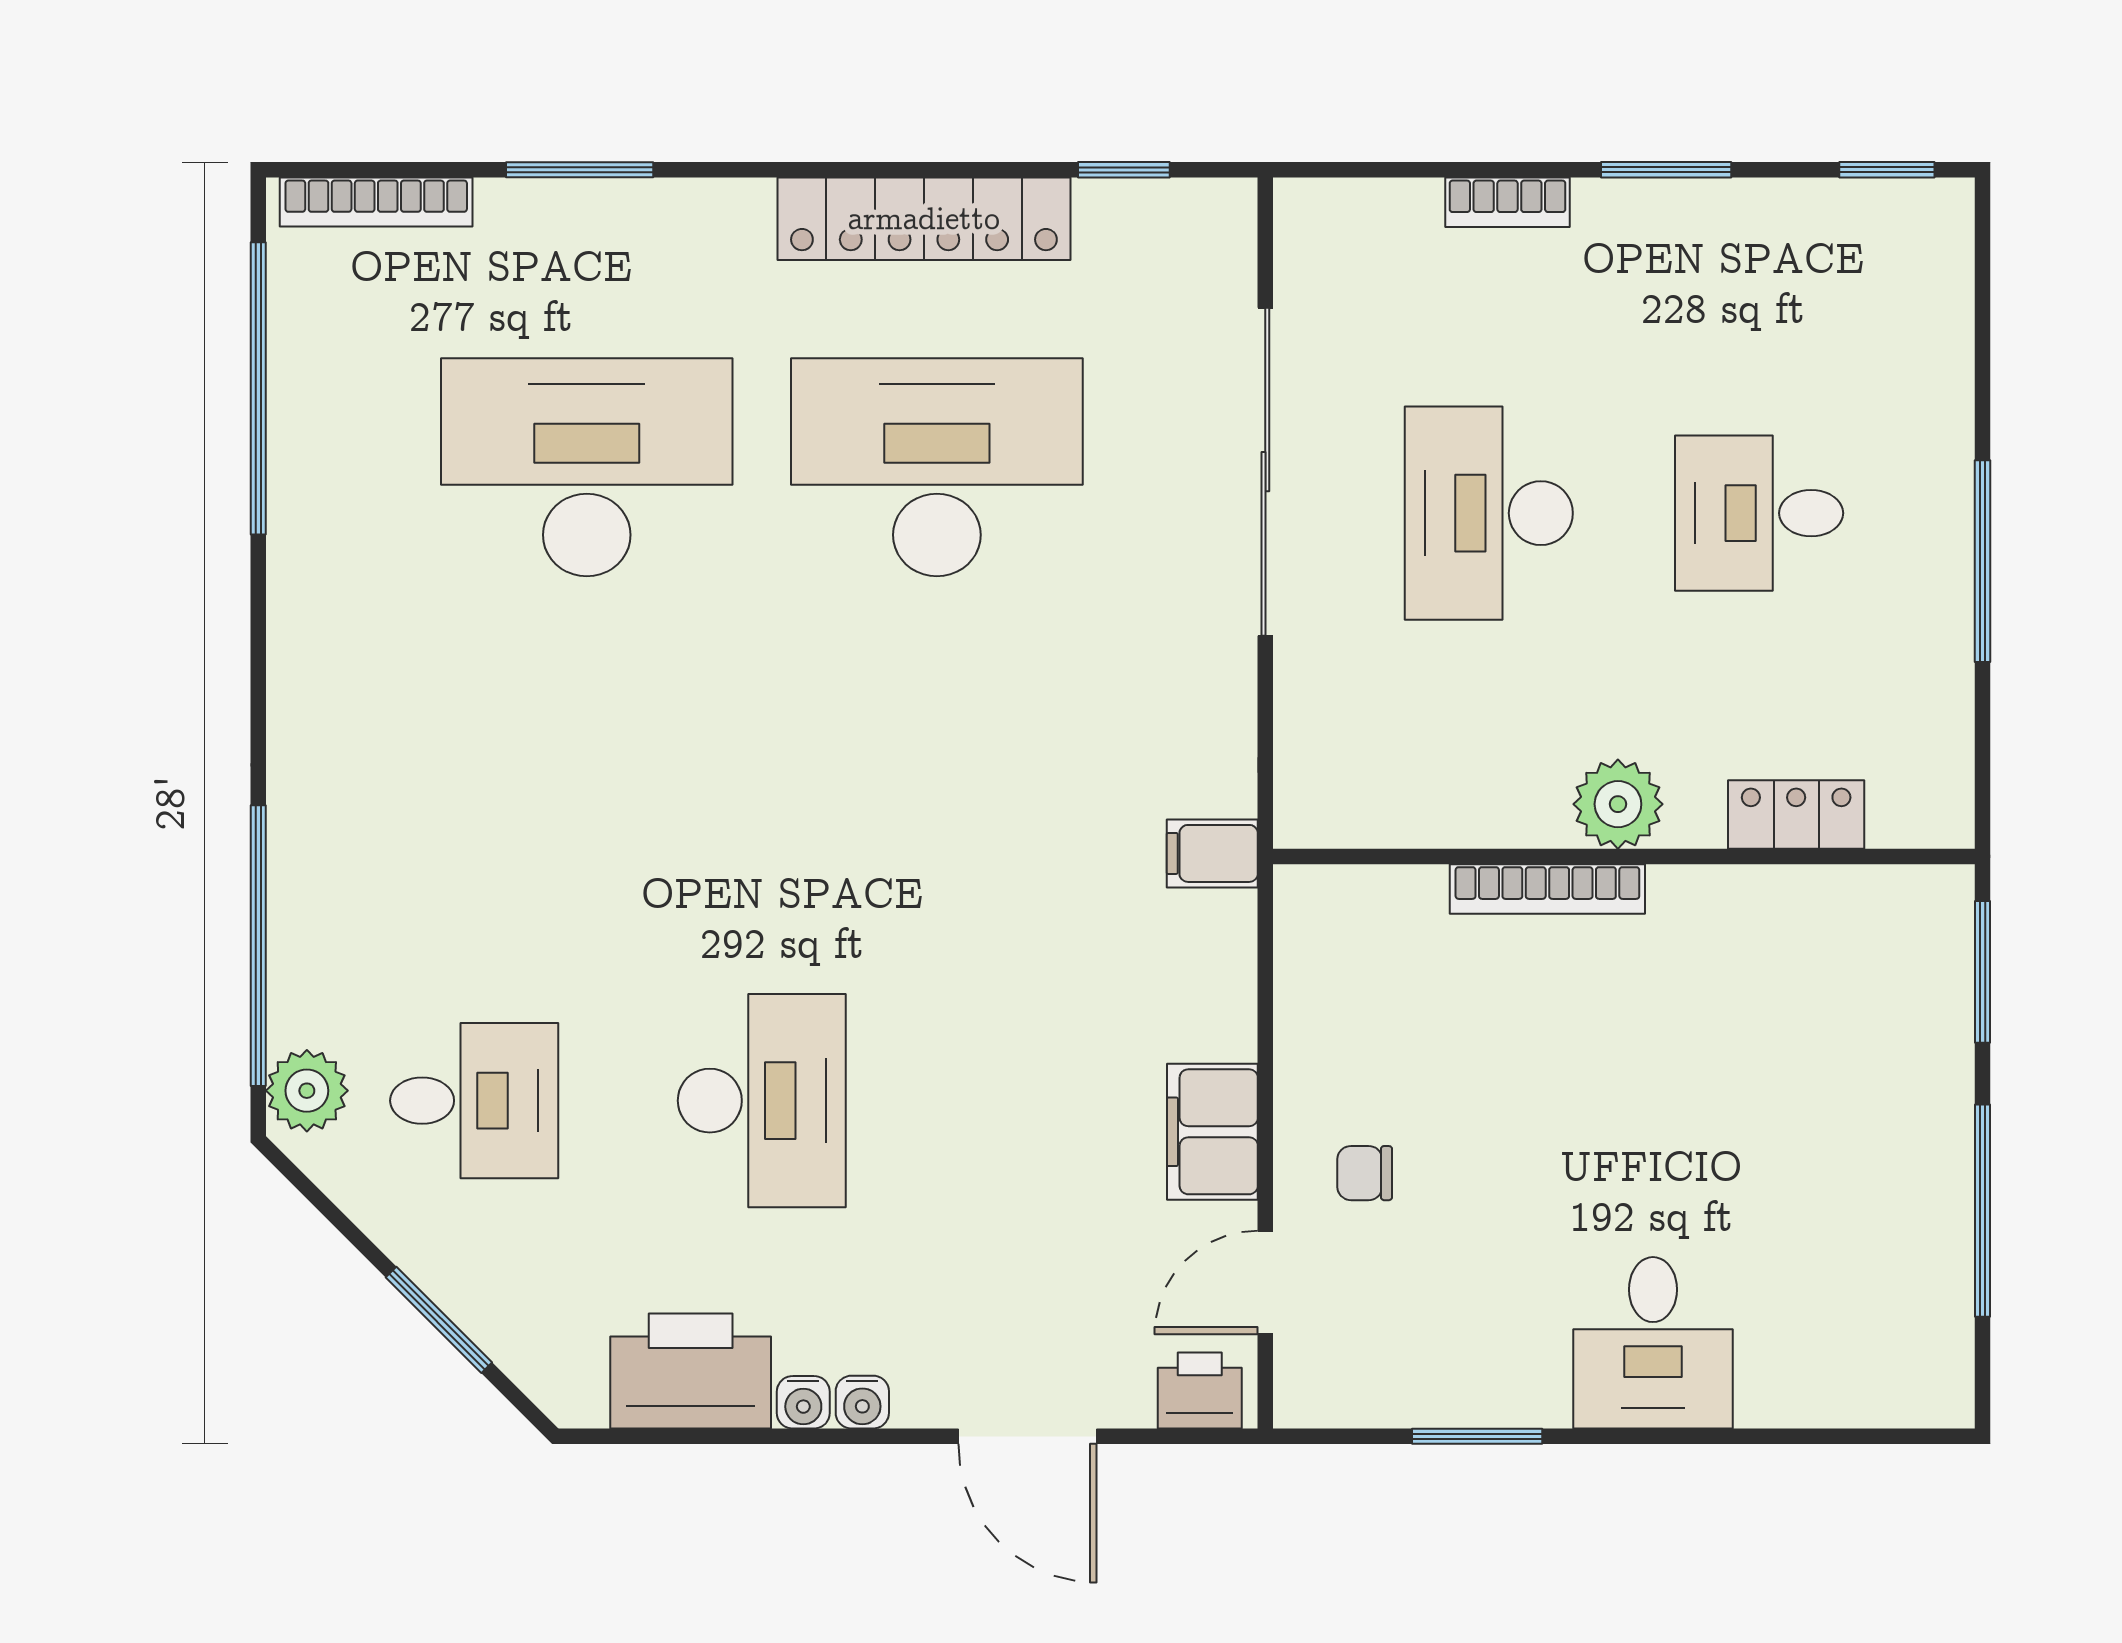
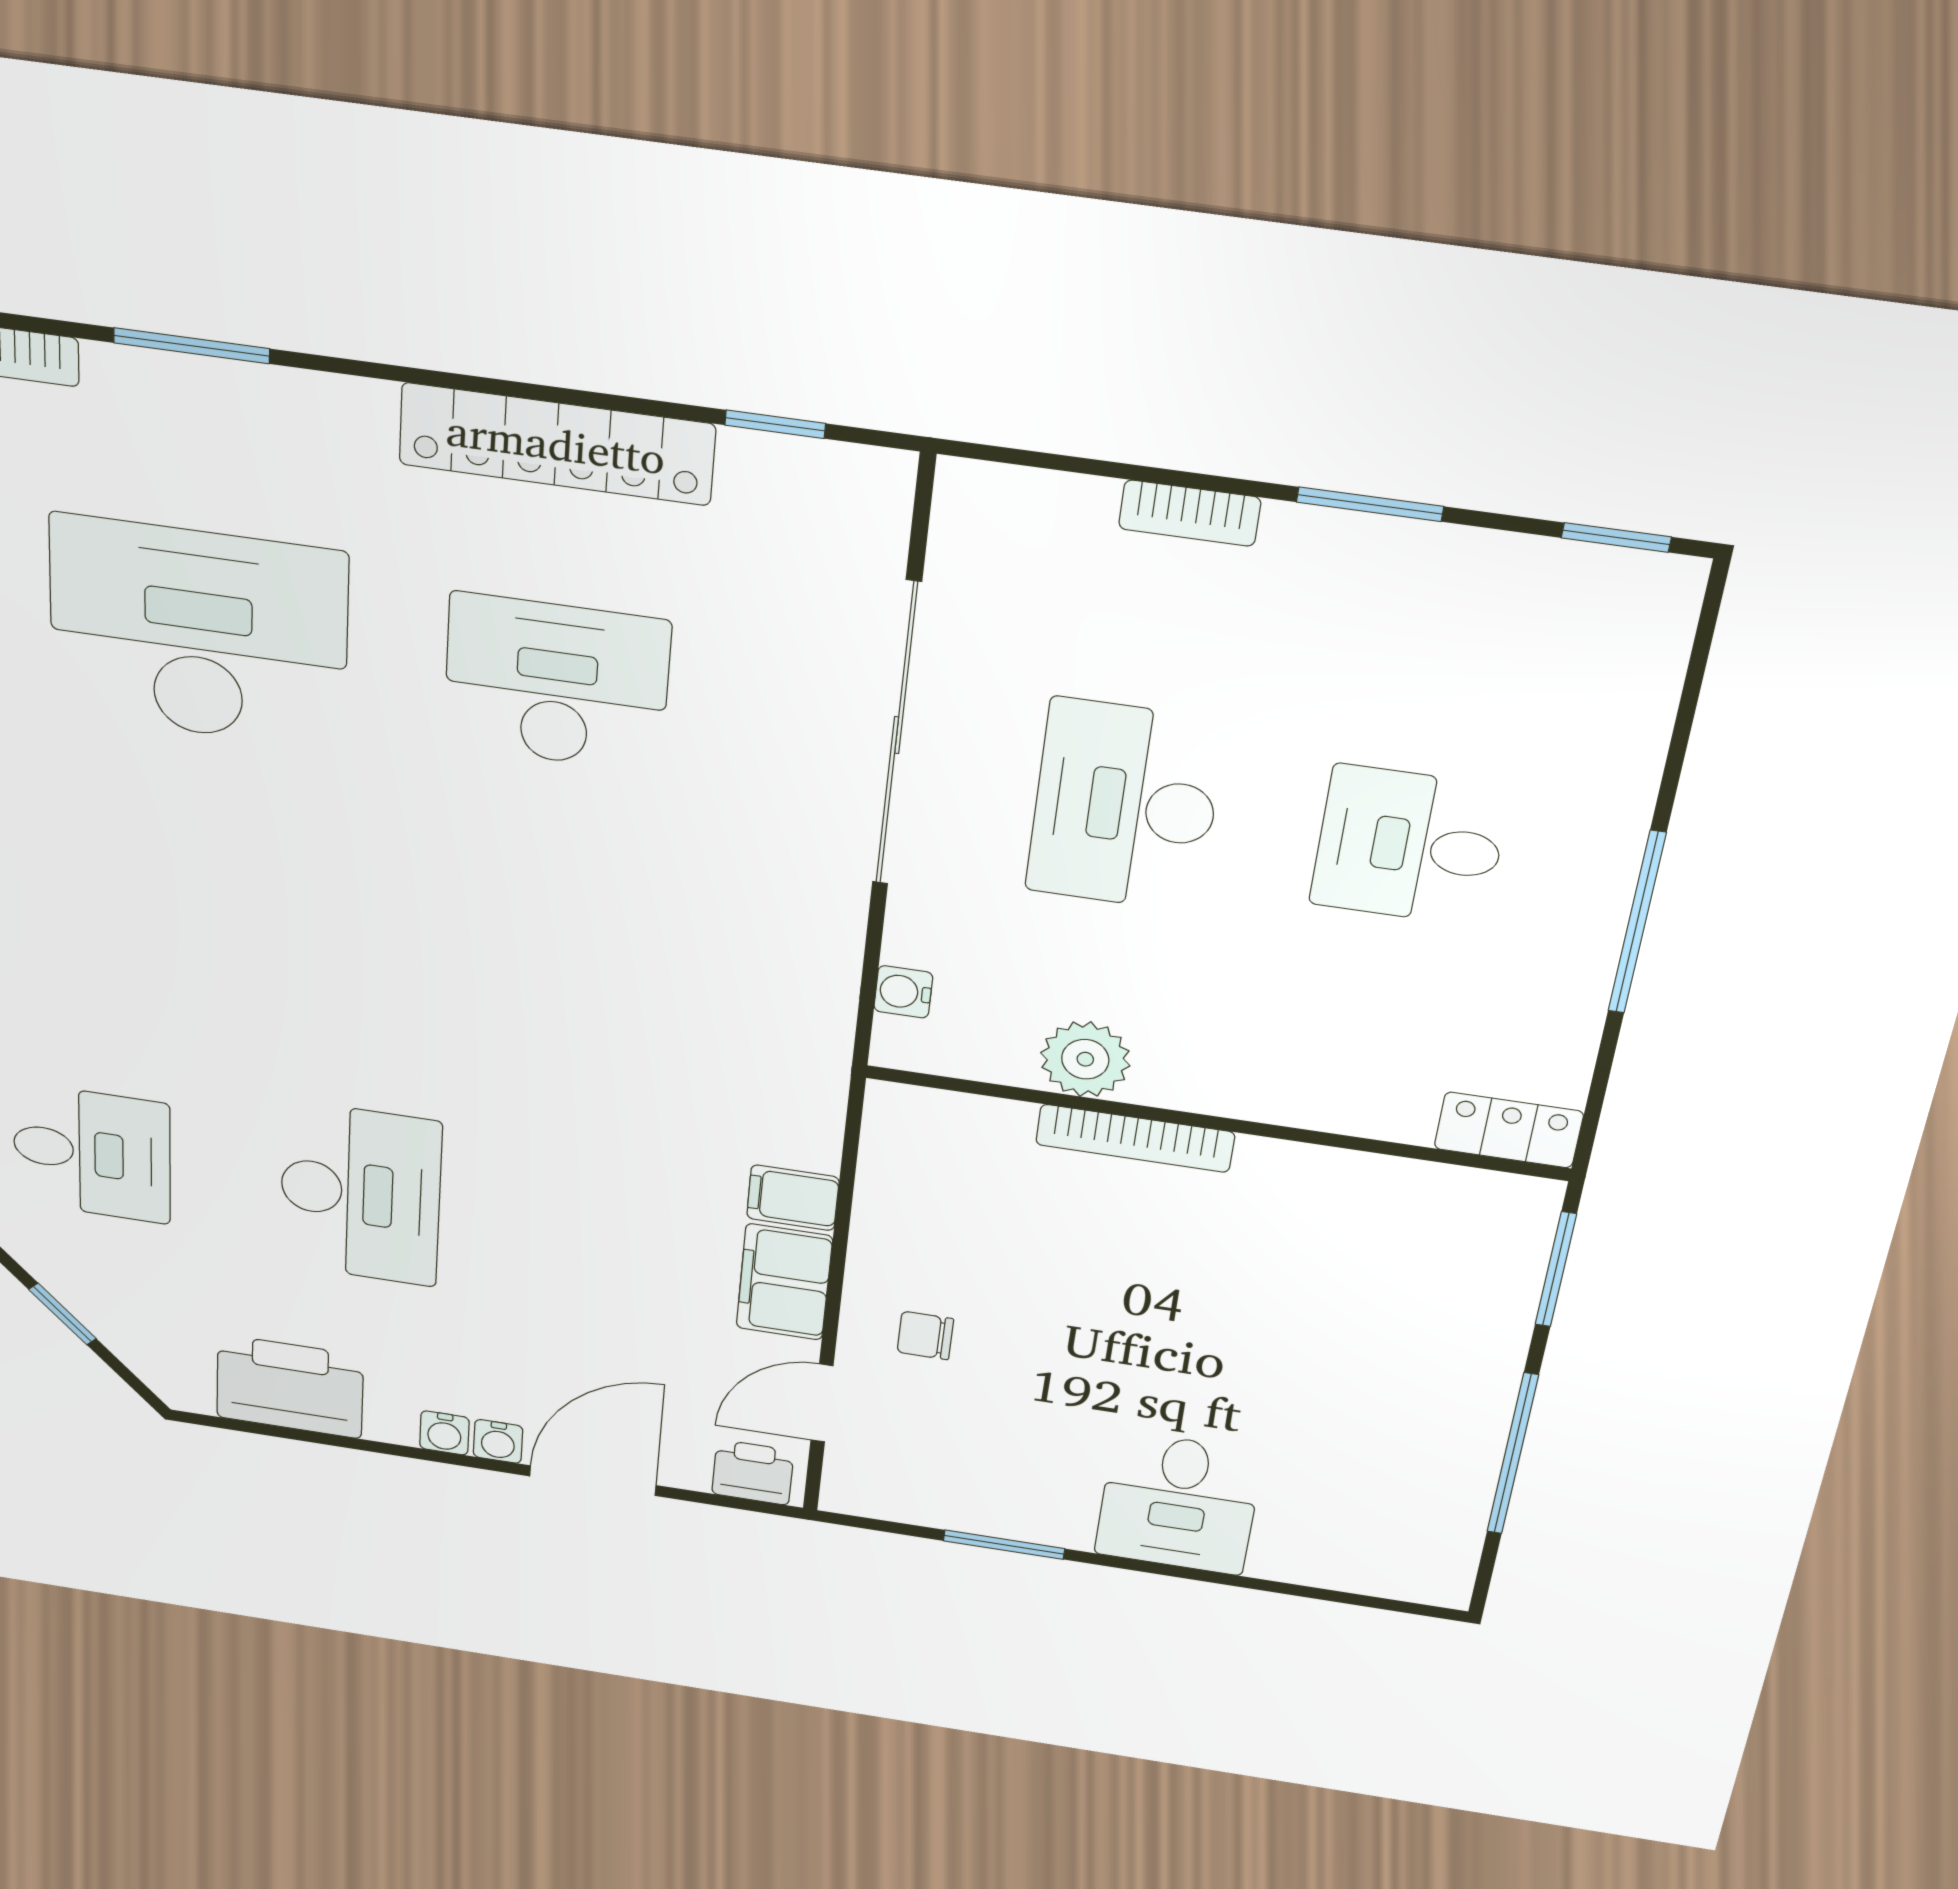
desk: (937, 467) -> (556, 683), width x0.73, depth x0.77
water cooler: (1300, 757) -> (903, 992), added
plant: (1618, 804) -> (1085, 1059), moved
locker: (1796, 815) -> (1509, 1130), moved
filing cabinet: (1212, 853) -> (793, 1198), moved
window: (439, 1320) -> (63, 1314), width x0.67
water cooler: (803, 1402) -> (498, 1441), moved
door: (1027, 1436) -> (593, 1481), swing flipped

